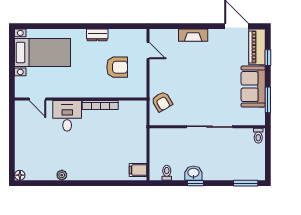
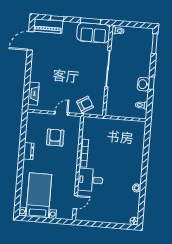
fireplace: (193, 35) -> (33, 94), moved
door: (148, 51) -> (61, 113), moved
sofa: (253, 87) -> (93, 33), moved
filing cabinet: (138, 170) -> (137, 128), removed

